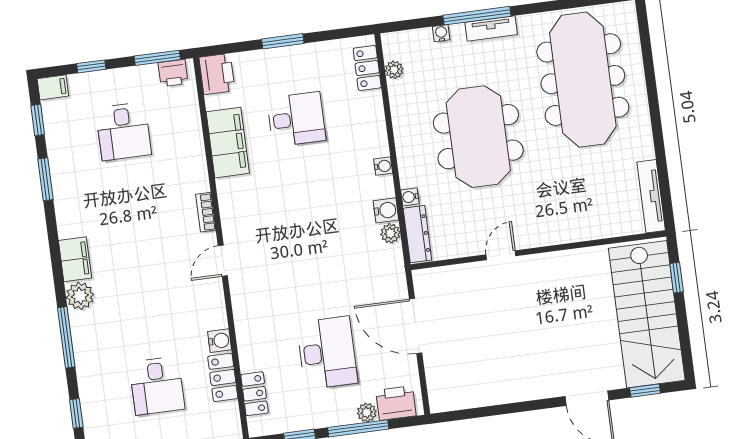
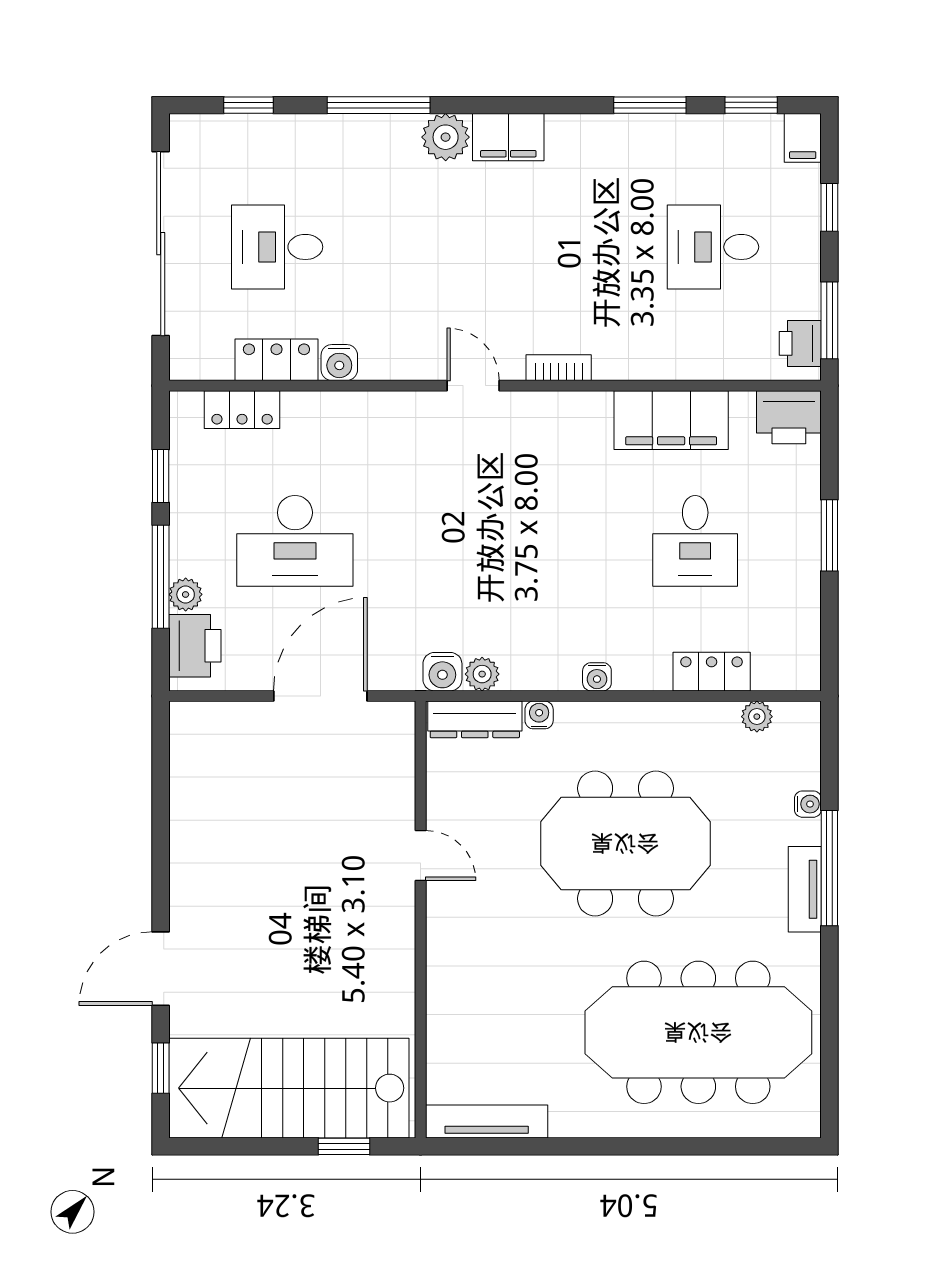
locker: (367, 68) -> (712, 672), moved
water cooler: (386, 210) -> (442, 672), moved

